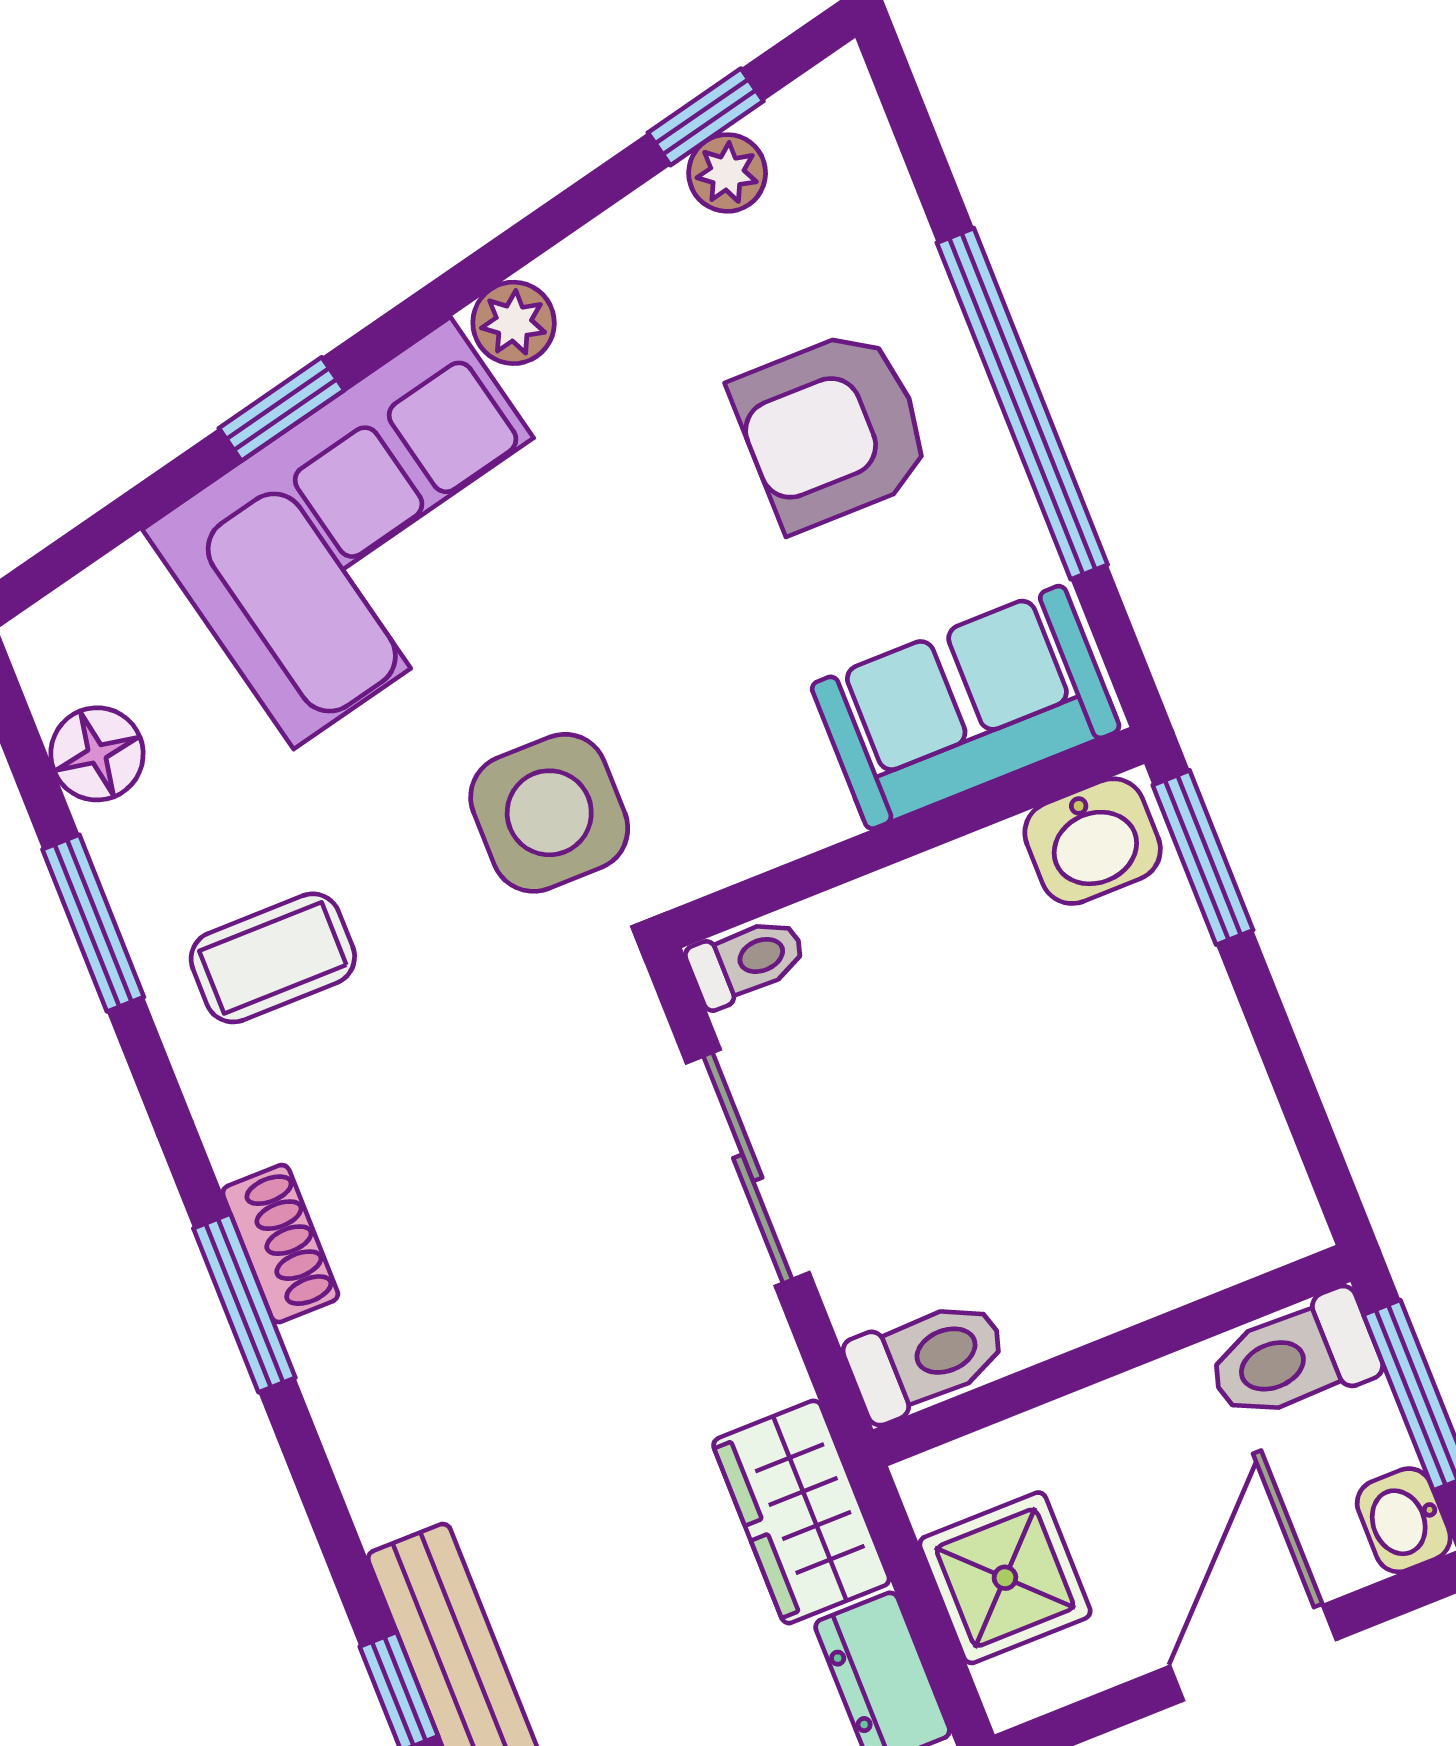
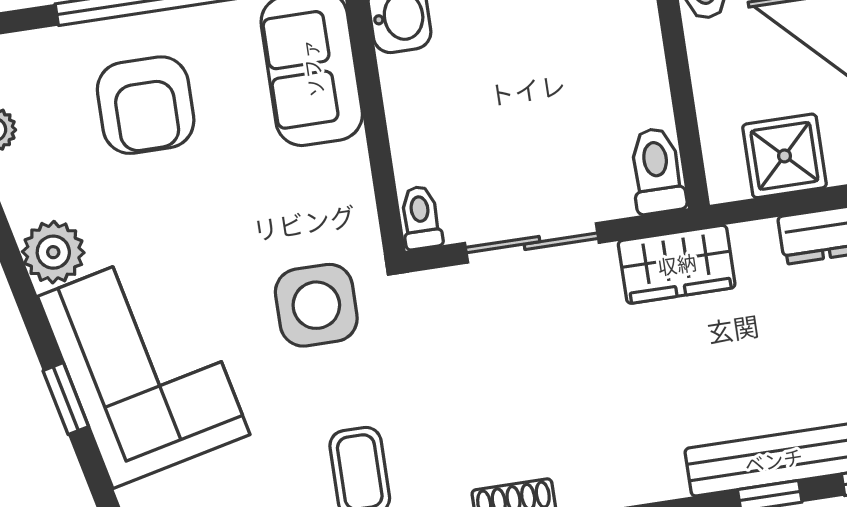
plant: (514, 323) -> (53, 252), width x1.38, depth x1.38
wardrobe: (801, 1512) -> (677, 264), moved

